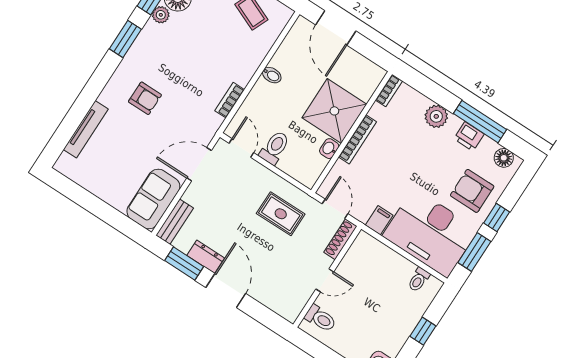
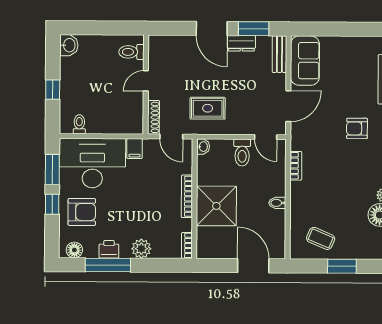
washbasin: (329, 149) -> (203, 147), moved

